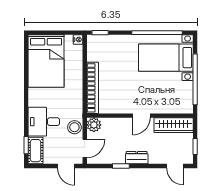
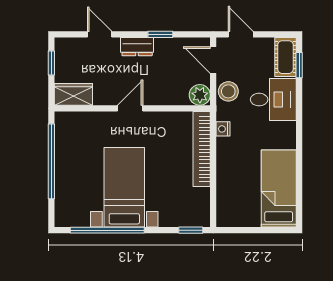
nightstand: (78, 40) -> (223, 129), moved
bed with nightstands: (166, 58) -> (124, 187), moved, turned -90
bed: (46, 61) -> (279, 188), width x0.67
wardrobe: (174, 125) -> (73, 94), width x0.67
door: (85, 149) -> (213, 60), hinge flipped
door: (175, 166) -> (100, 34), moved

